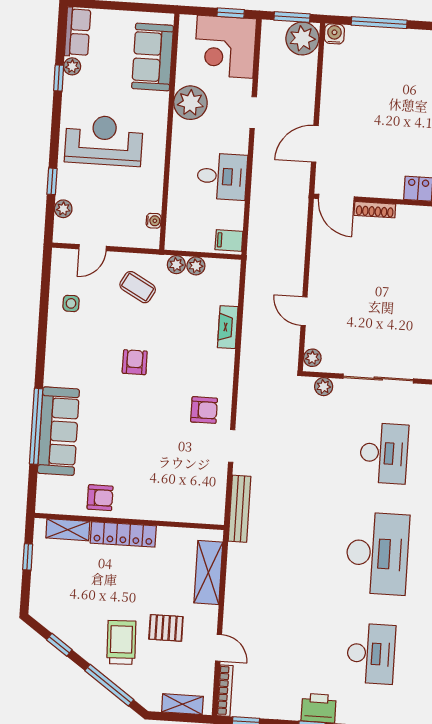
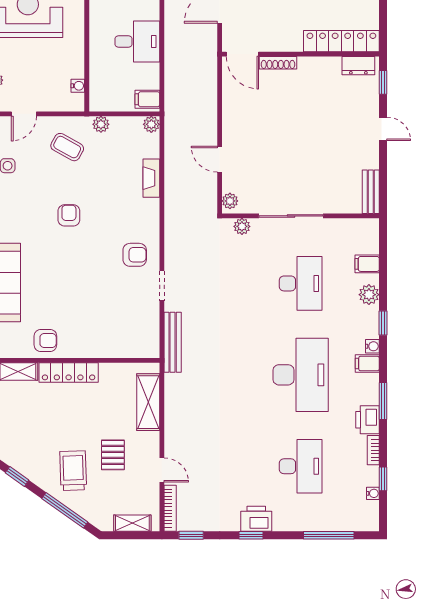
plant: (196, 266) -> (151, 124), moved
pallet: (166, 628) -> (113, 455), turned 90

